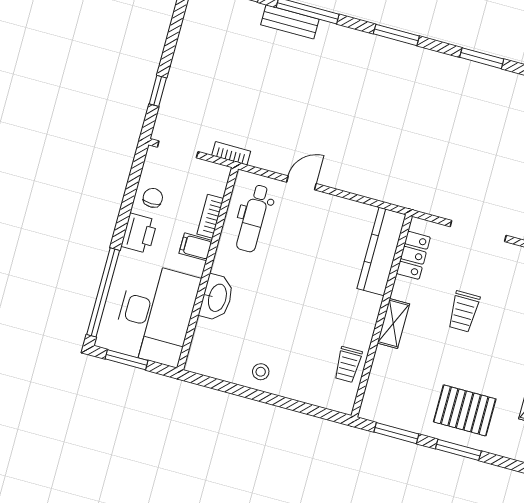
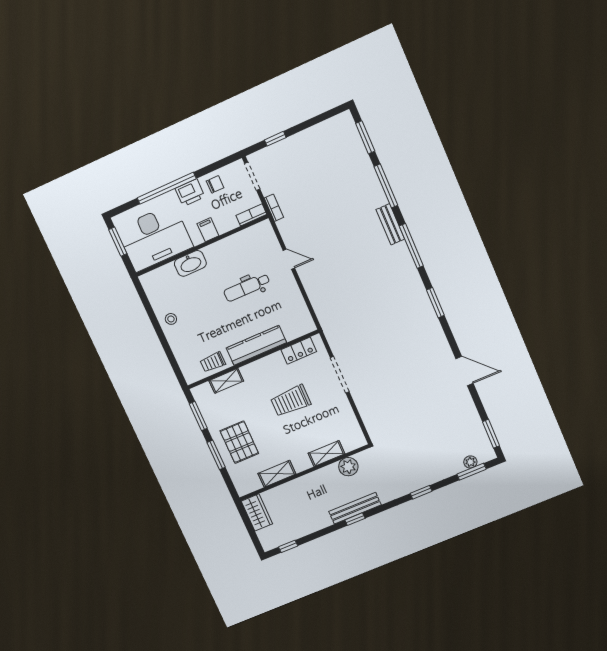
bench: (290, 22) -> (390, 224), moved
window: (396, 35) -> (411, 246), width x1.44
bookcase: (210, 216) -> (251, 215), moved
dental chair: (253, 218) -> (247, 287), moved
kitchen counter: (382, 251) -> (256, 345), moved
window: (103, 292) -> (167, 188), moved
trolley: (464, 311) -> (291, 401), width x1.36, depth x1.39
shelving: (393, 323) -> (226, 381), moved

